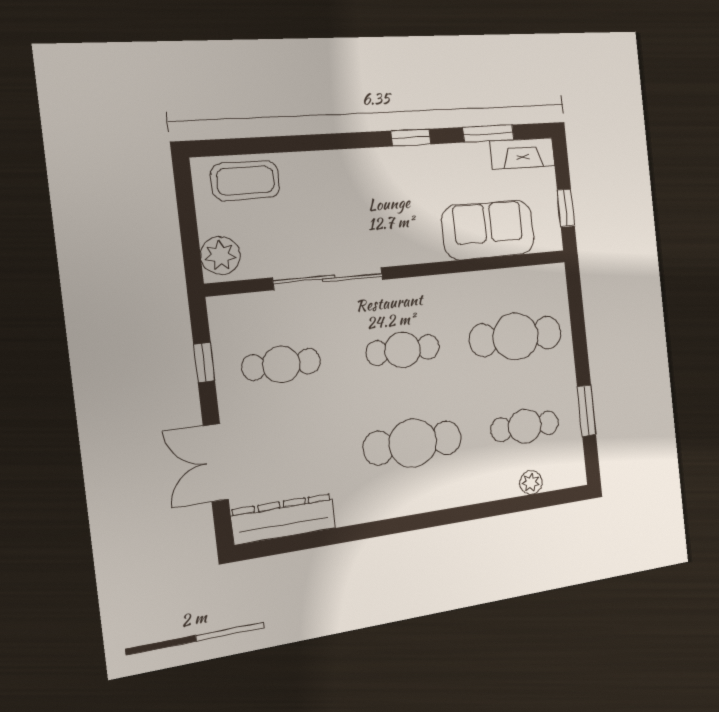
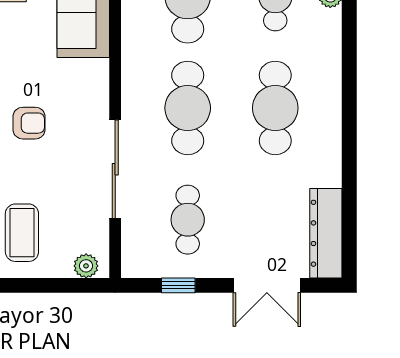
armchair: (368, 181) -> (29, 123), added
plant: (220, 255) -> (86, 266), width x0.73, depth x0.73
cafe table: (403, 350) -> (188, 108), width x1.37, depth x1.35

